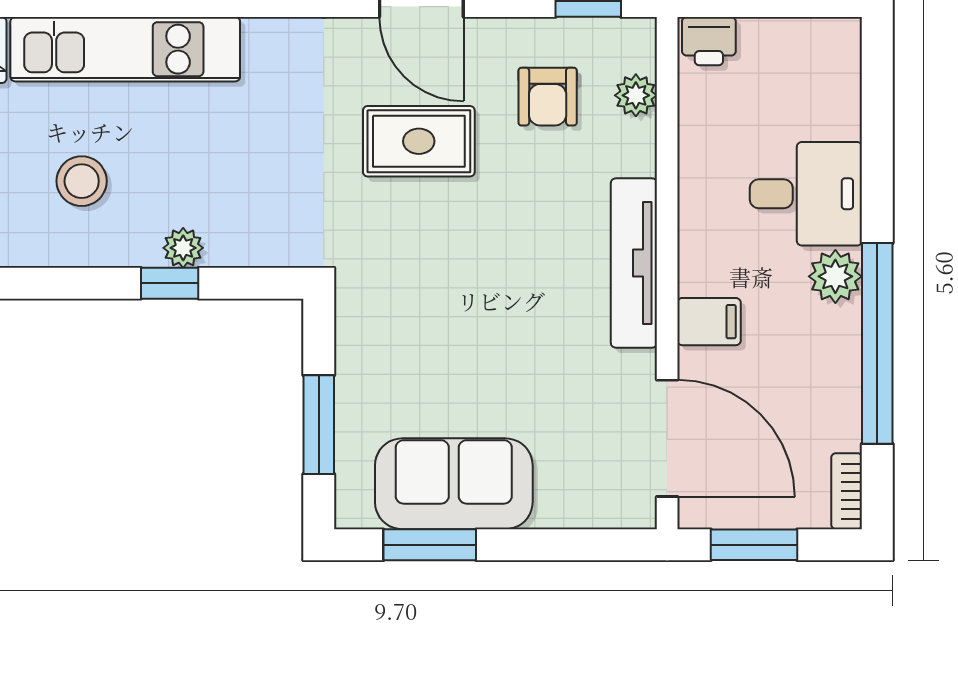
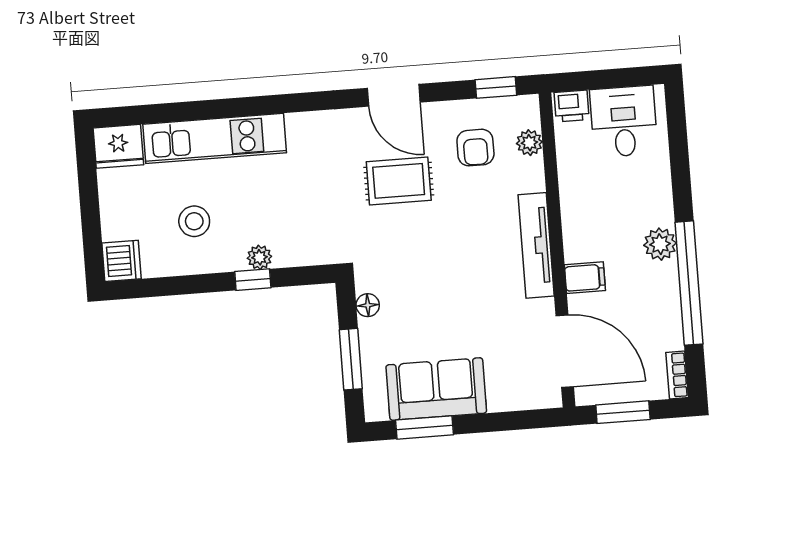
desk: (806, 194) -> (624, 122), moved, turned -90
floor lamp: (353, 339) -> (368, 305), added

